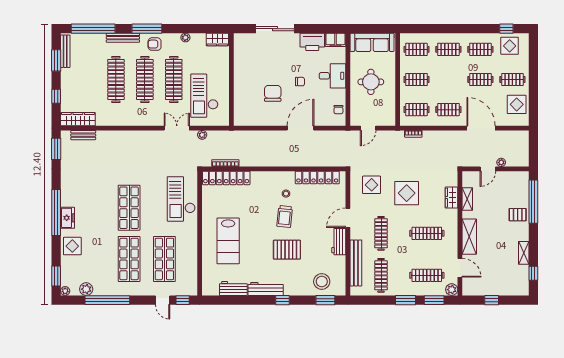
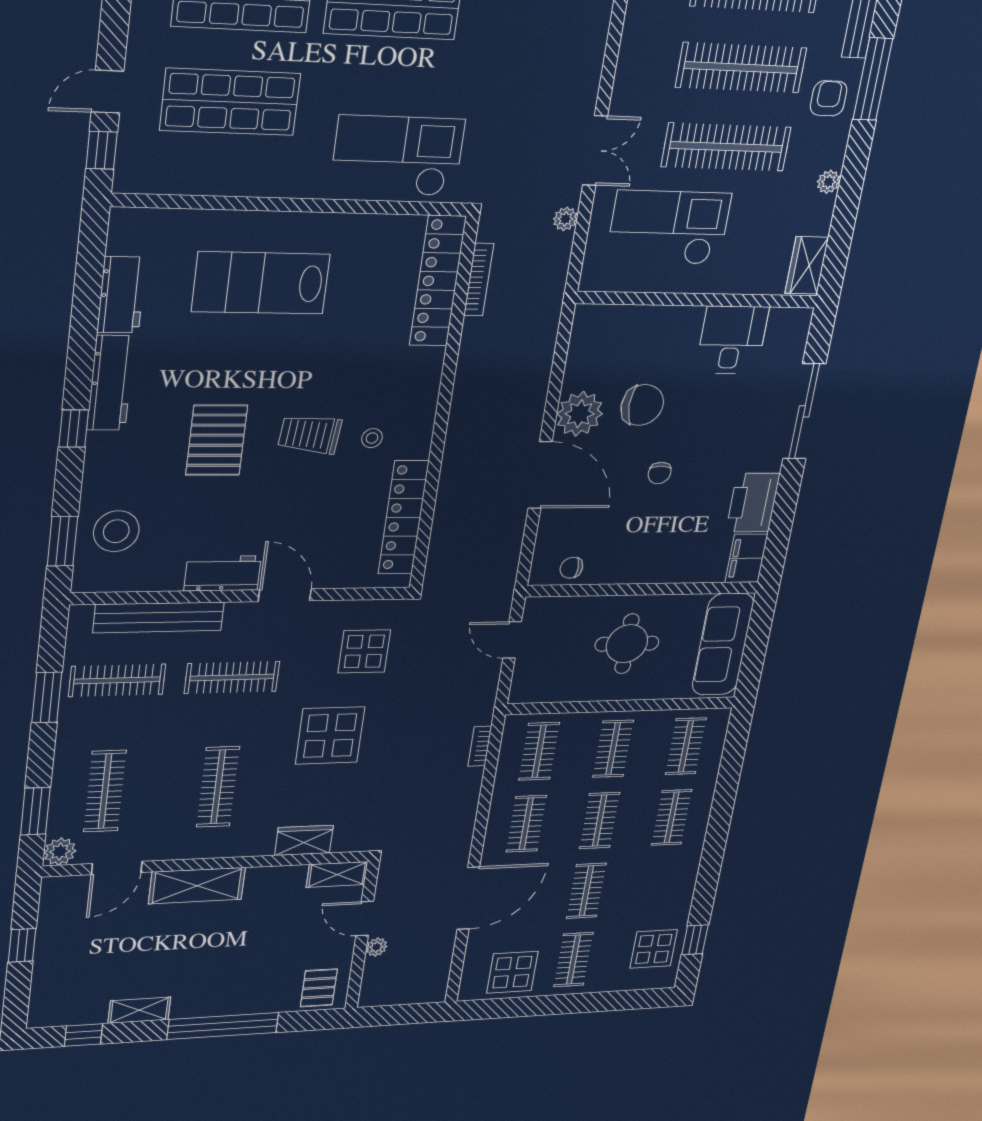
clothes rail: (480, 49) -> (600, 821), moved
desk: (332, 76) -> (732, 340), moved, turned 180
plant: (276, 117) -> (580, 414), added
shelving: (467, 199) -> (337, 874), moved
window: (533, 202) -> (223, 1026), moved
pallet: (518, 215) -> (319, 988), moved
window: (406, 300) -> (47, 697), moved

